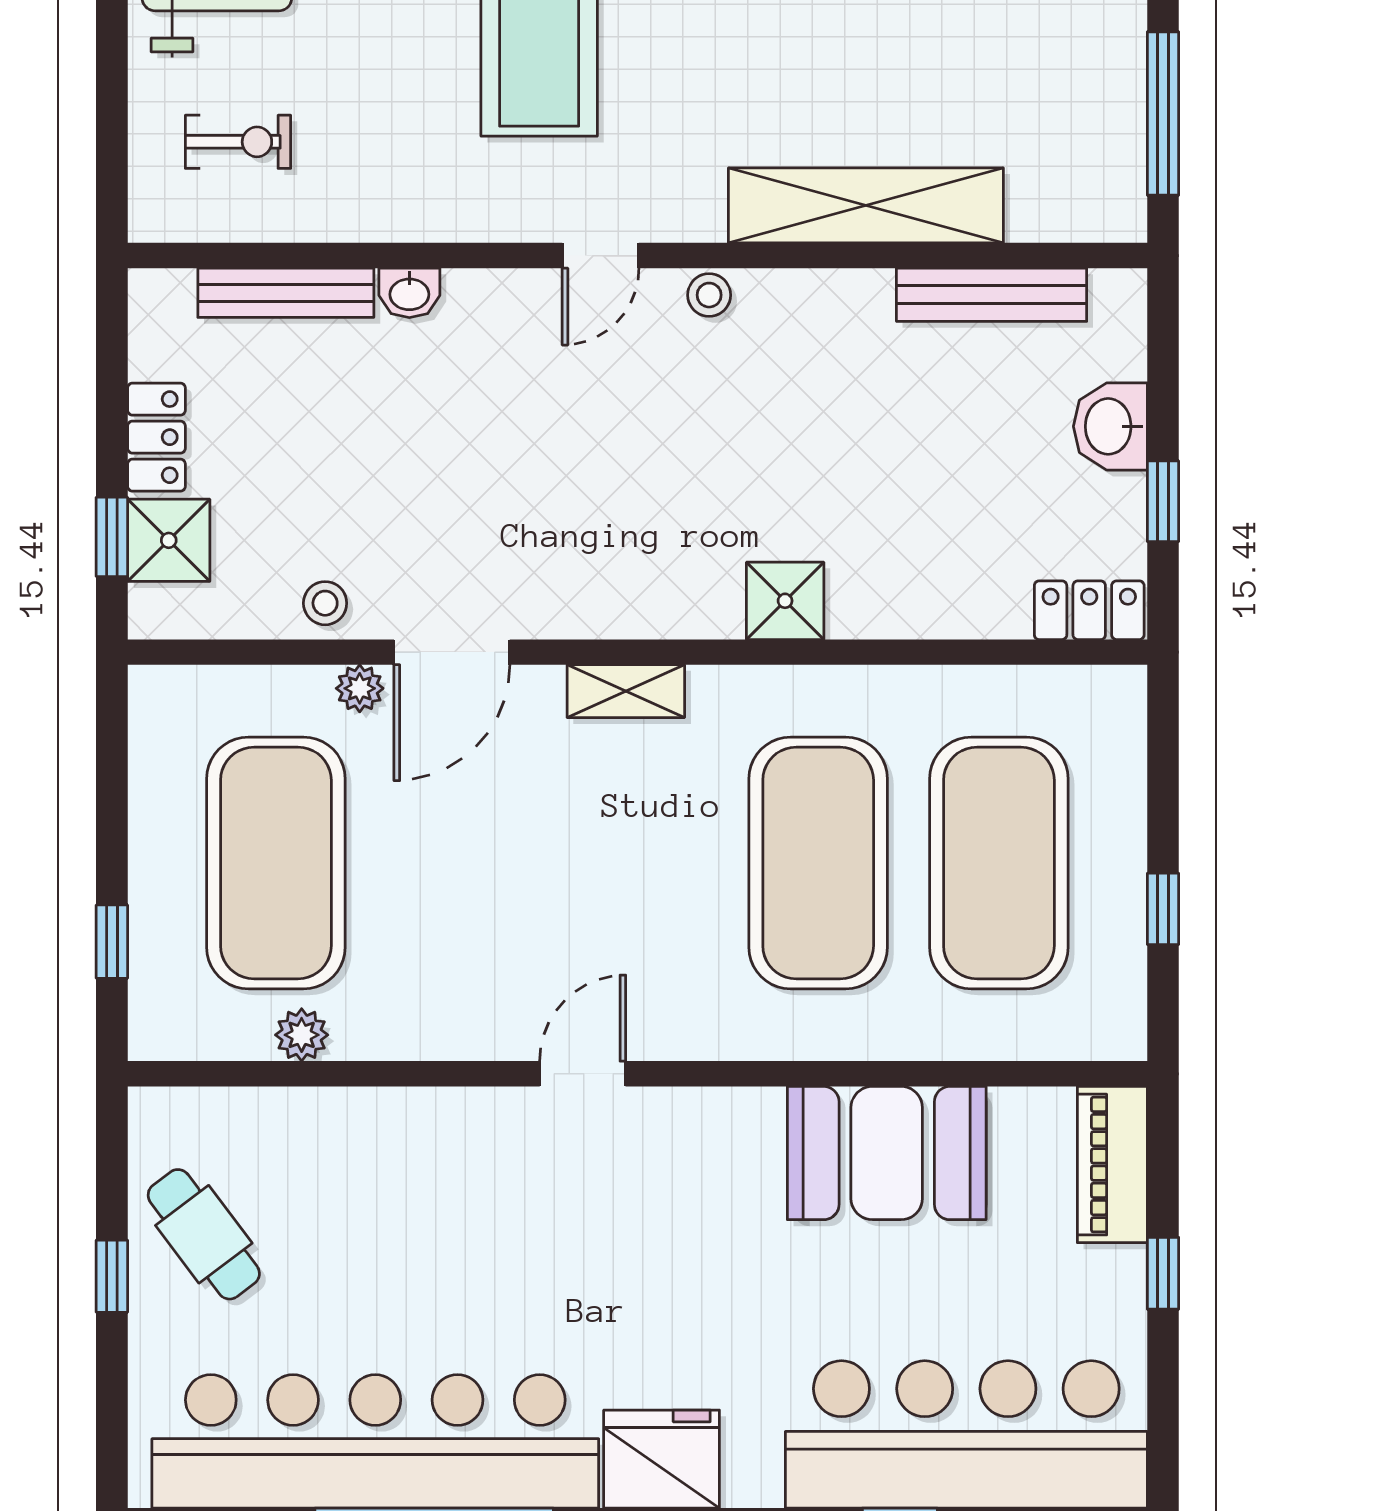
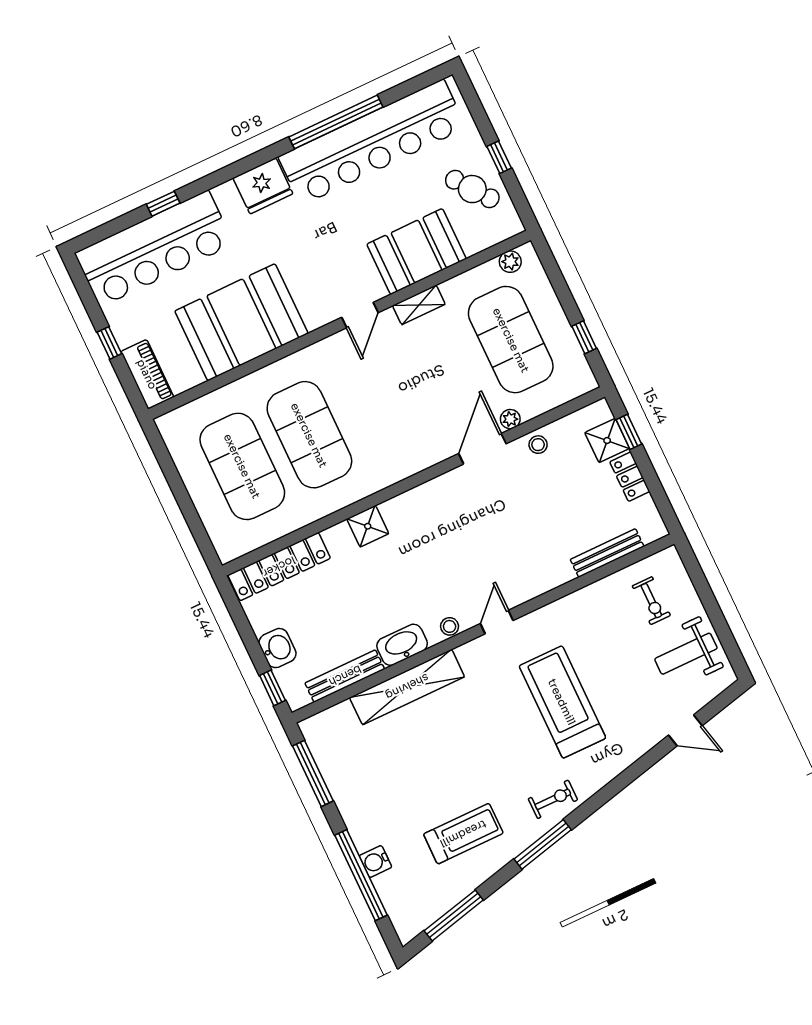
exercise bike: (238, 142) -> (651, 601), turned -90
washbasin: (409, 293) -> (402, 645), moved, width x1.91, depth x1.45
window: (1163, 501) -> (272, 688), moved
locker: (1089, 610) -> (279, 567), width x2.16, depth x1.21
shelving: (626, 691) -> (419, 305), moved
window: (1163, 909) -> (173, 478), removed
window: (112, 942) -> (584, 337), moved
plant: (302, 1035) -> (510, 262), moved
booth: (887, 1153) -> (241, 322), width x1.36, depth x1.42
booth: (392, 1155) -> (417, 251), added

